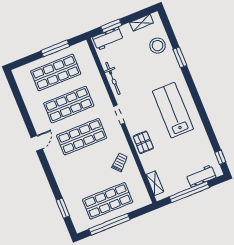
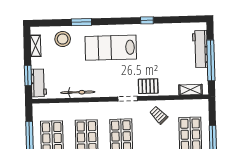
lab bench: (173, 110) -> (111, 48), moved
doorway: (119, 115) -> (128, 99), moved
window: (220, 157) -> (147, 20), moved
workbench: (201, 176) -> (200, 49), width x1.38

